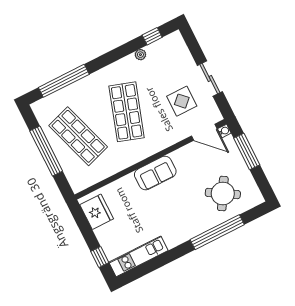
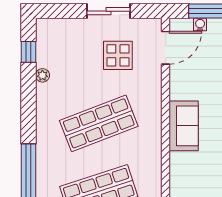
shop shelf: (127, 112) -> (99, 123), turned -39
water cooler: (224, 131) -> (200, 25), moved

